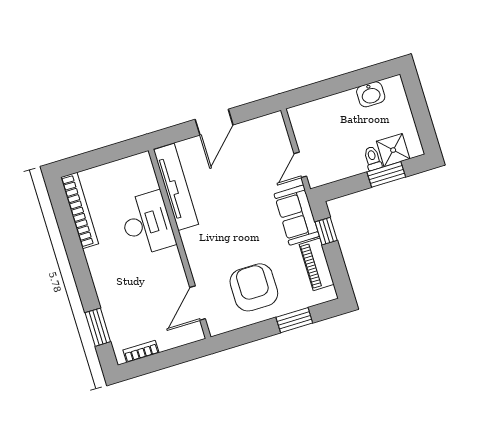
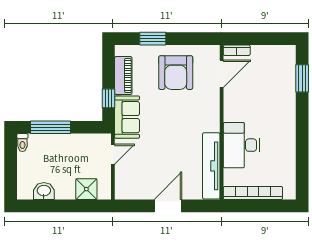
shower: (393, 150) -> (86, 189), moved
toilet: (373, 158) -> (22, 142), moved
window: (386, 174) -> (50, 127), width x1.44
bookcase: (80, 210) -> (253, 193), moved, turned 90
bookcase: (141, 351) -> (237, 50), moved

